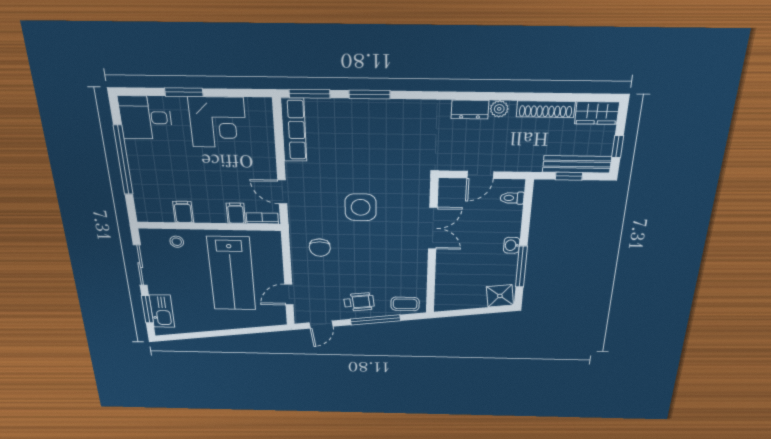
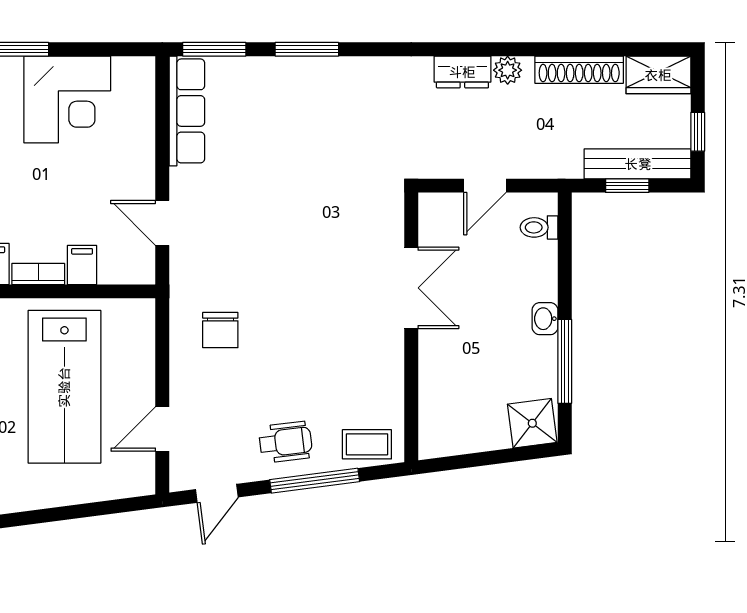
side table: (361, 207) -> (291, 250), removed
bookcase: (262, 218) -> (38, 274), moved

